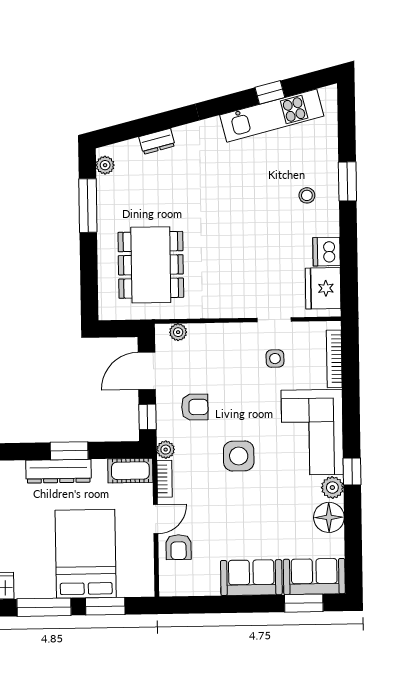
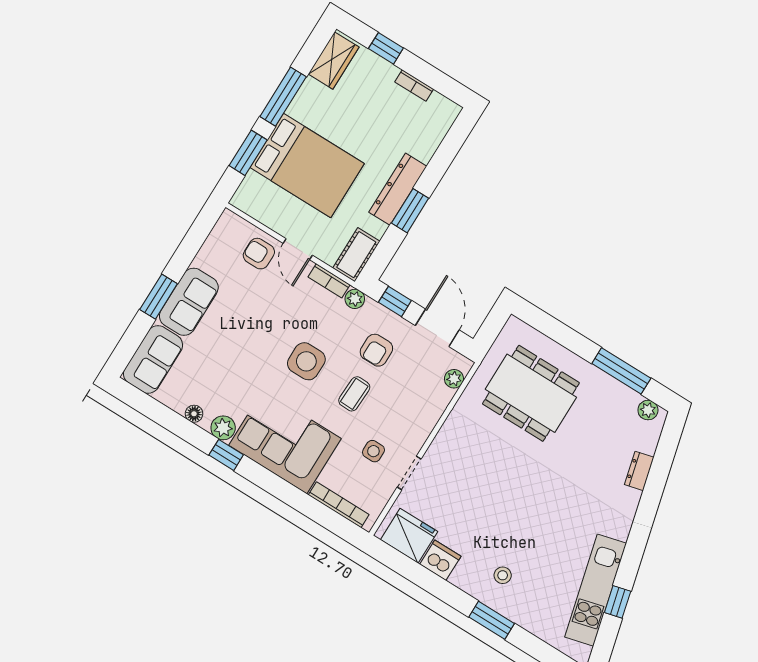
coffee table: (240, 402) -> (354, 394), added
floor lamp: (329, 517) -> (194, 414), width x0.53, depth x0.53
window: (304, 603) -> (159, 297), moved

